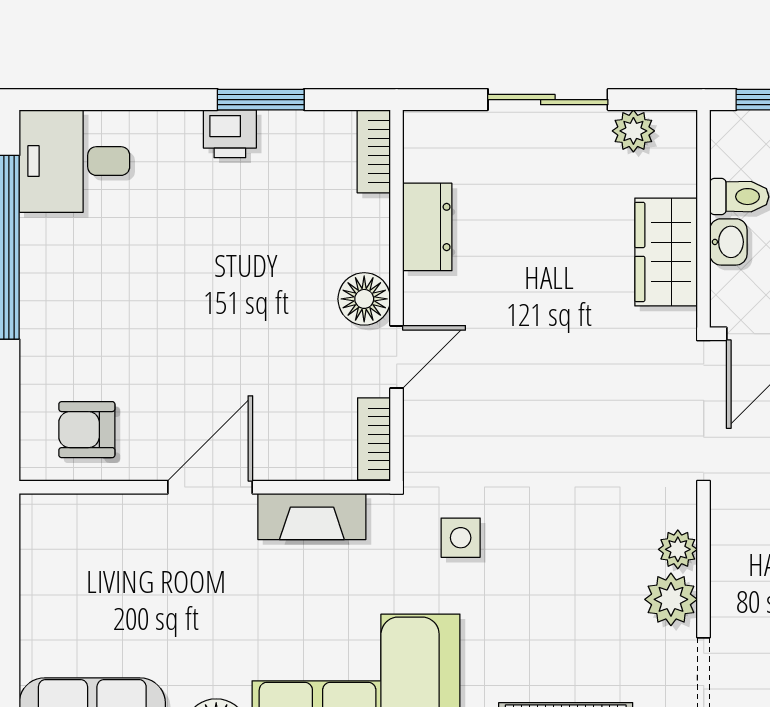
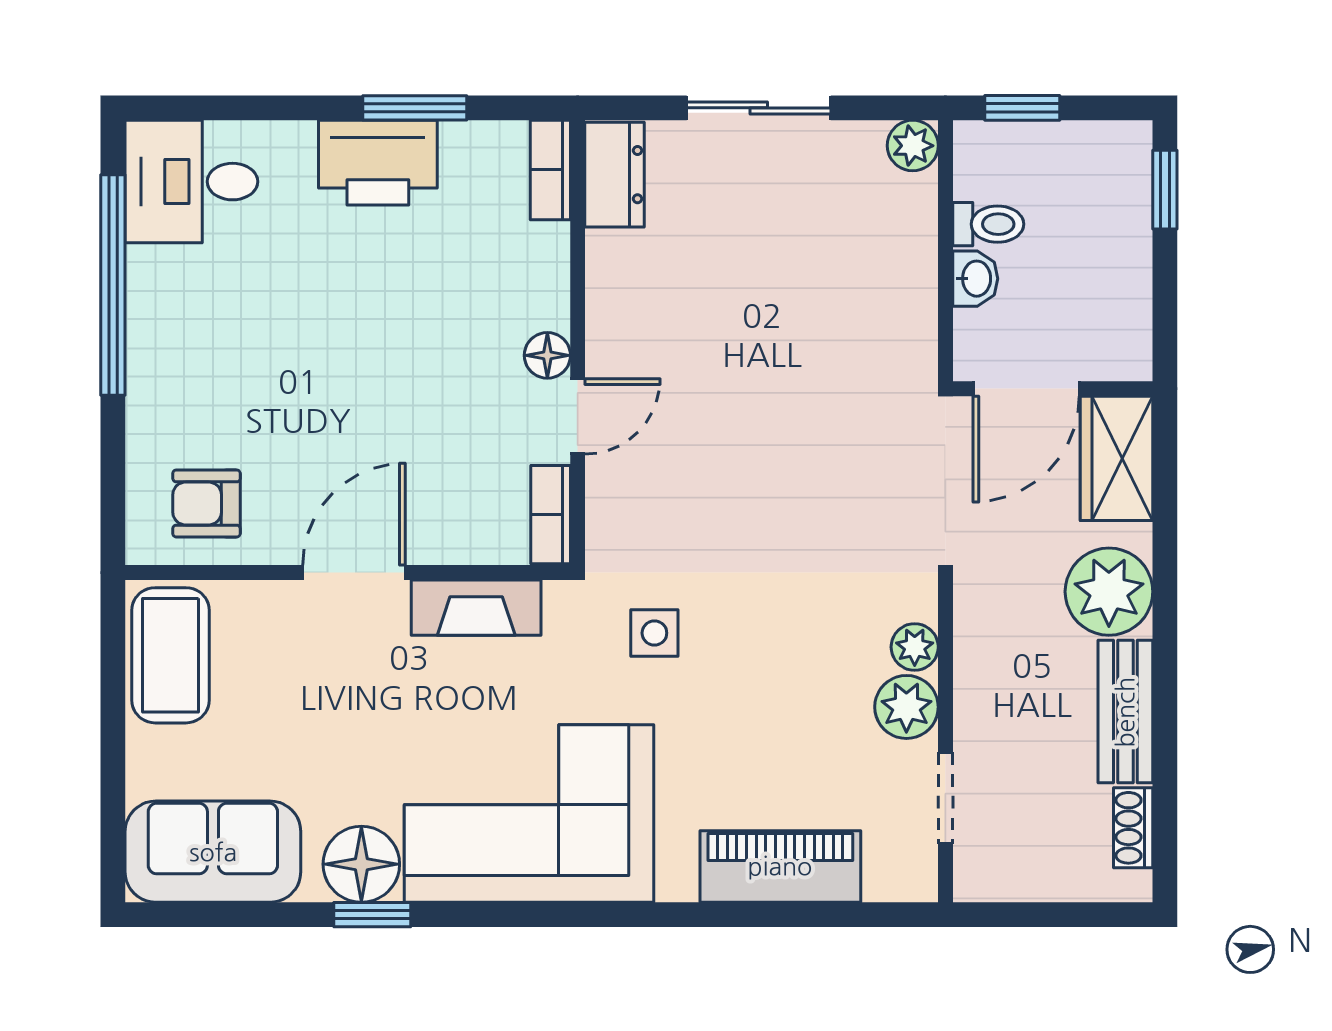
plant: (633, 131) -> (913, 146), moved
printer: (230, 134) -> (378, 163), width x1.87, depth x1.48
dresser: (427, 227) -> (615, 175), moved
wardrobe: (666, 252) -> (901, 291), removed
floor lamp: (364, 299) -> (547, 355), width x0.73, depth x0.73
coffee table: (57, 556) -> (171, 655), added

